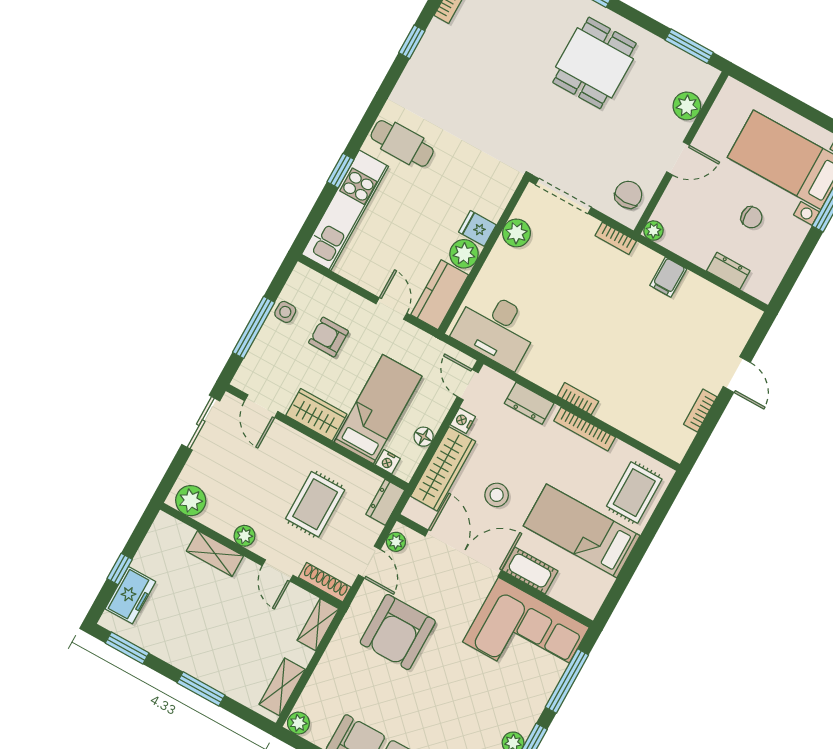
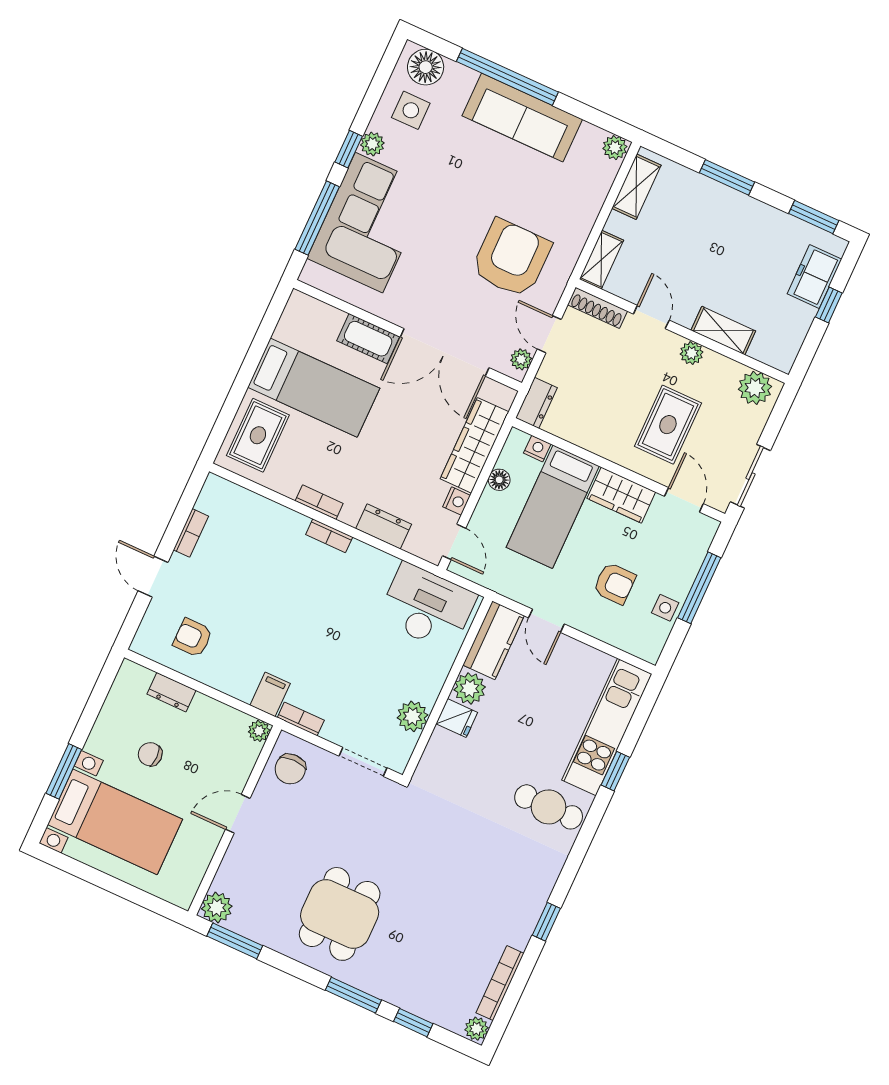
plant: (687, 106) -> (217, 907), moved
doorway: (563, 196) -> (363, 762), width x0.73
filing cabinet: (668, 277) -> (270, 694), moved
armchair: (706, 318) -> (193, 638), added
bookcase: (585, 429) -> (319, 502), width x0.64
stool: (497, 495) -> (412, 421), removed
rug: (315, 504) -> (668, 425), moved
corner sofa: (526, 635) -> (369, 223), moved, turned 90

